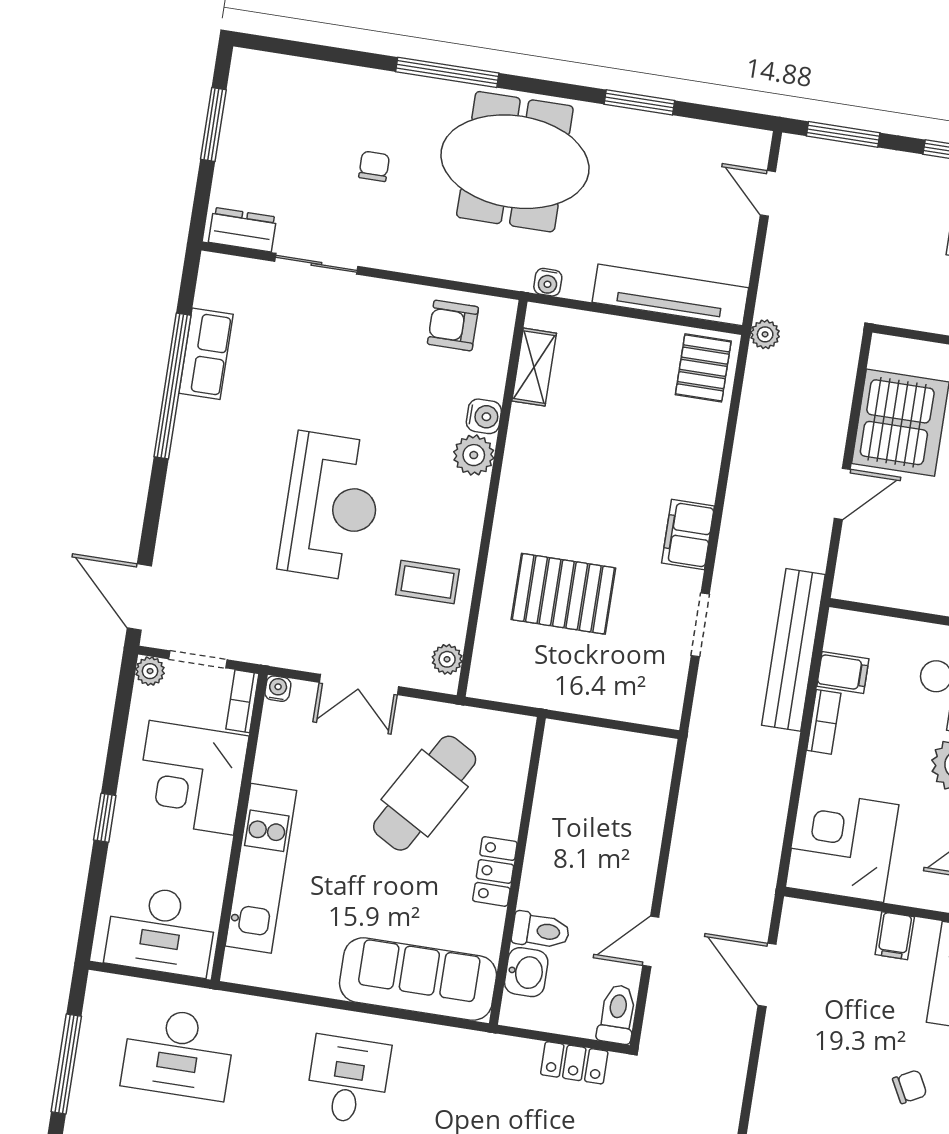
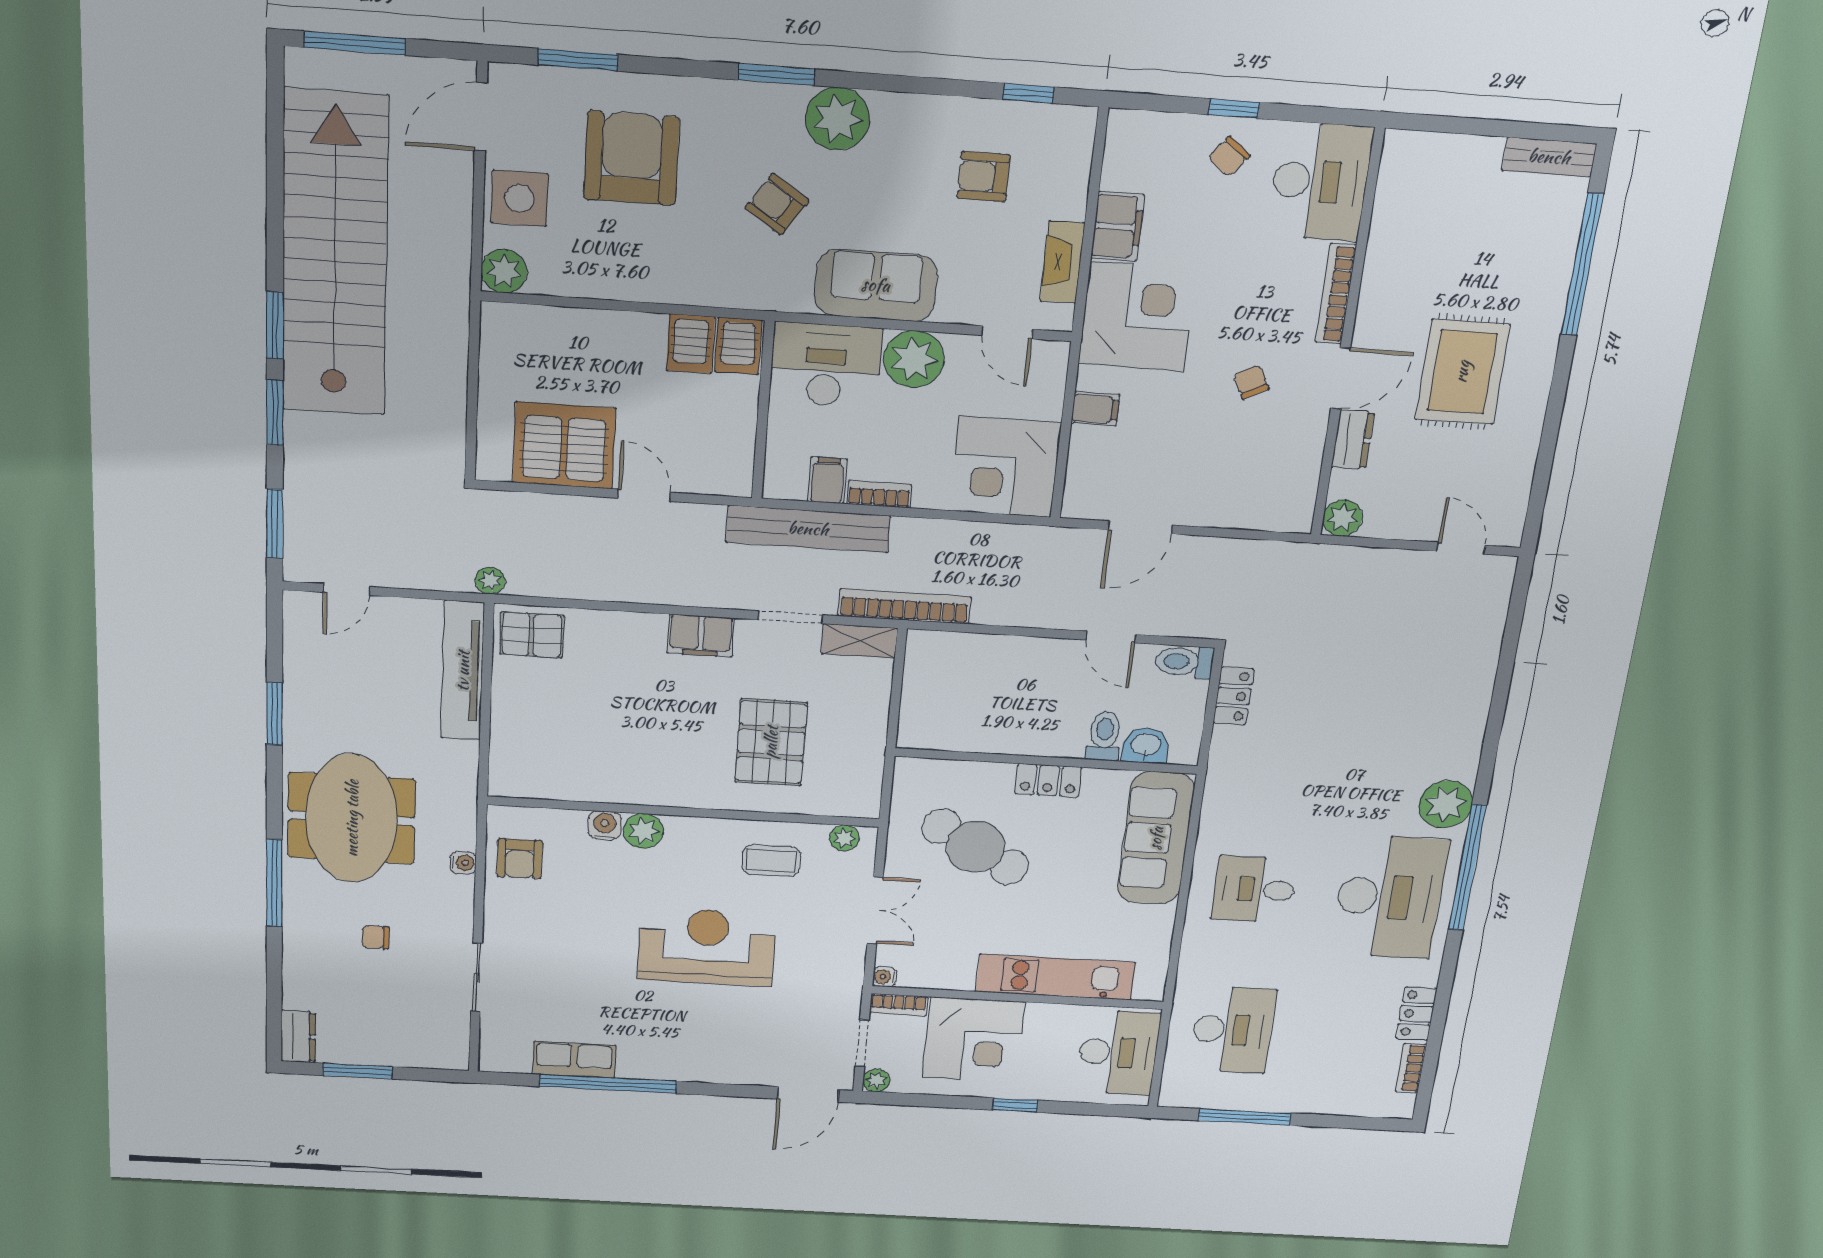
dresser: (243, 230) -> (298, 1036), moved, turned 180
water cooler: (548, 282) -> (463, 863), moved
shelving: (534, 367) -> (859, 641), moved
coffee table: (428, 582) -> (771, 861), turned 90
bookcase: (702, 738) -> (904, 606), added

